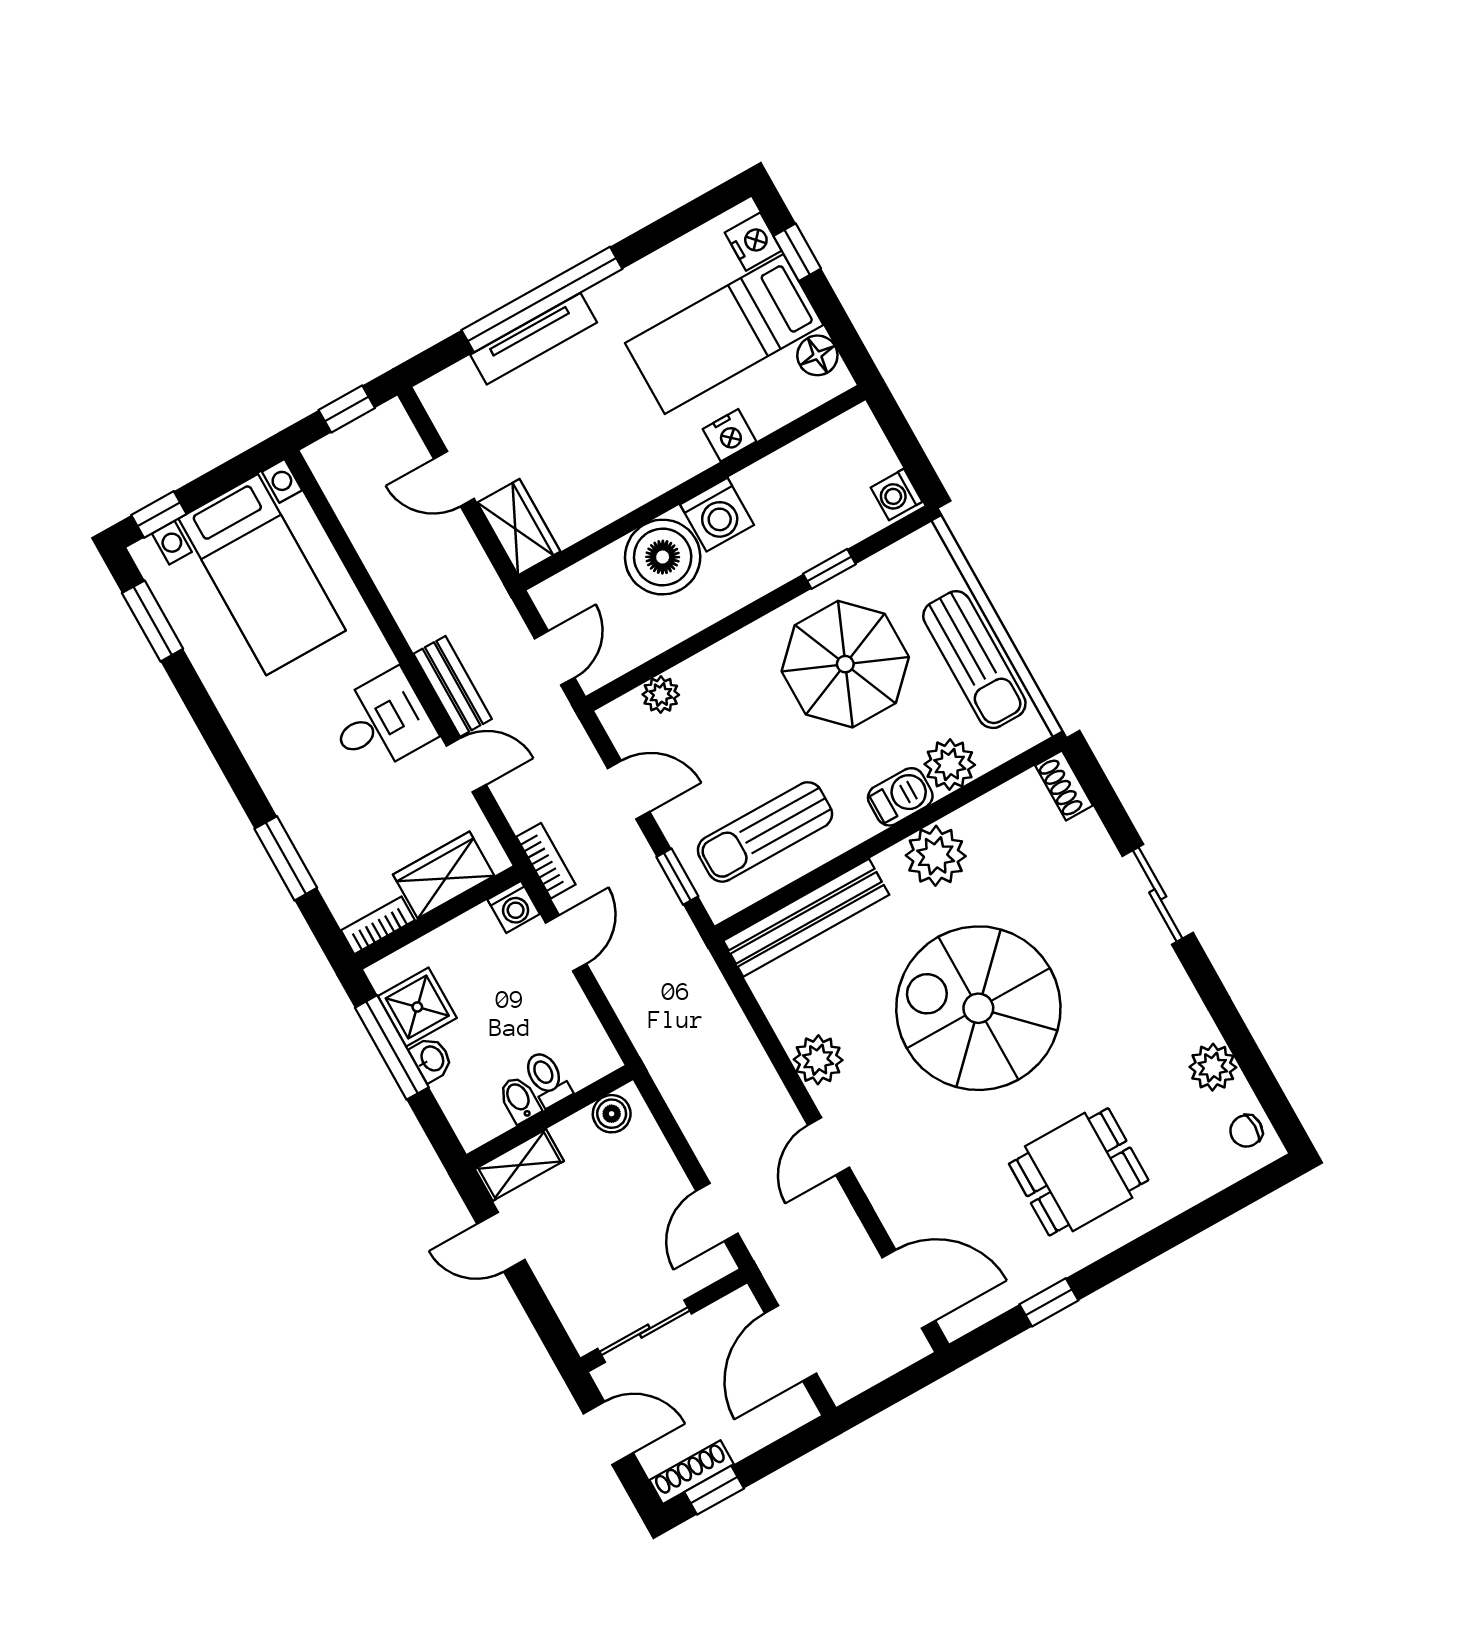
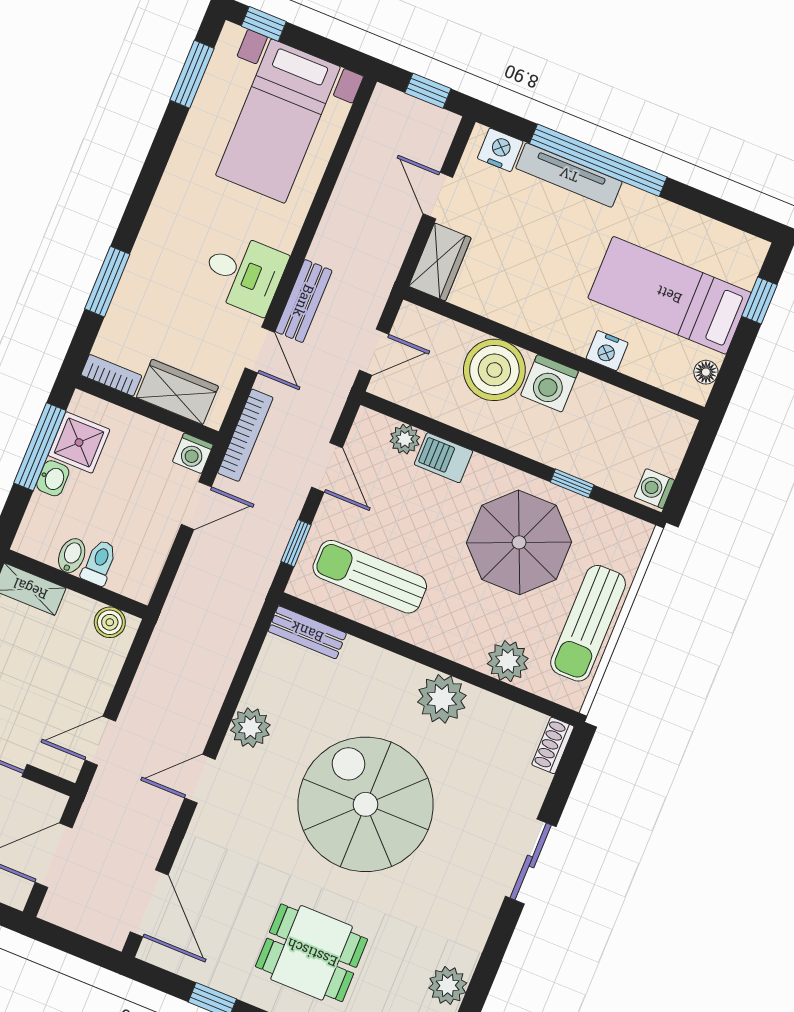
nightstand: (753, 242) -> (500, 150), moved, turned -90
floor lamp: (817, 355) -> (706, 372), width x0.73, depth x0.73
barbecue: (900, 797) -> (444, 458), moved, turned 180
bookcase: (546, 861) -> (245, 435), width x1.56
bench: (806, 918) -> (307, 632), width x0.54, depth x0.82

